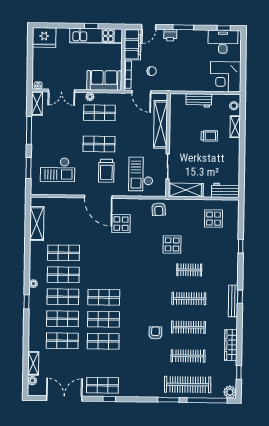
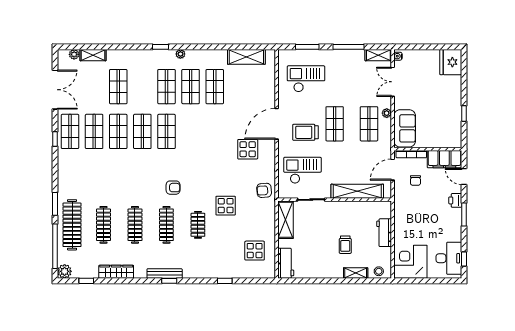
kitchen unit: (96, 36) -> (453, 119), removed
checkout: (58, 170) -> (306, 79), turned 90
shop shelf: (63, 319) -> (94, 131), moved
armchair: (155, 333) -> (173, 188), moved

